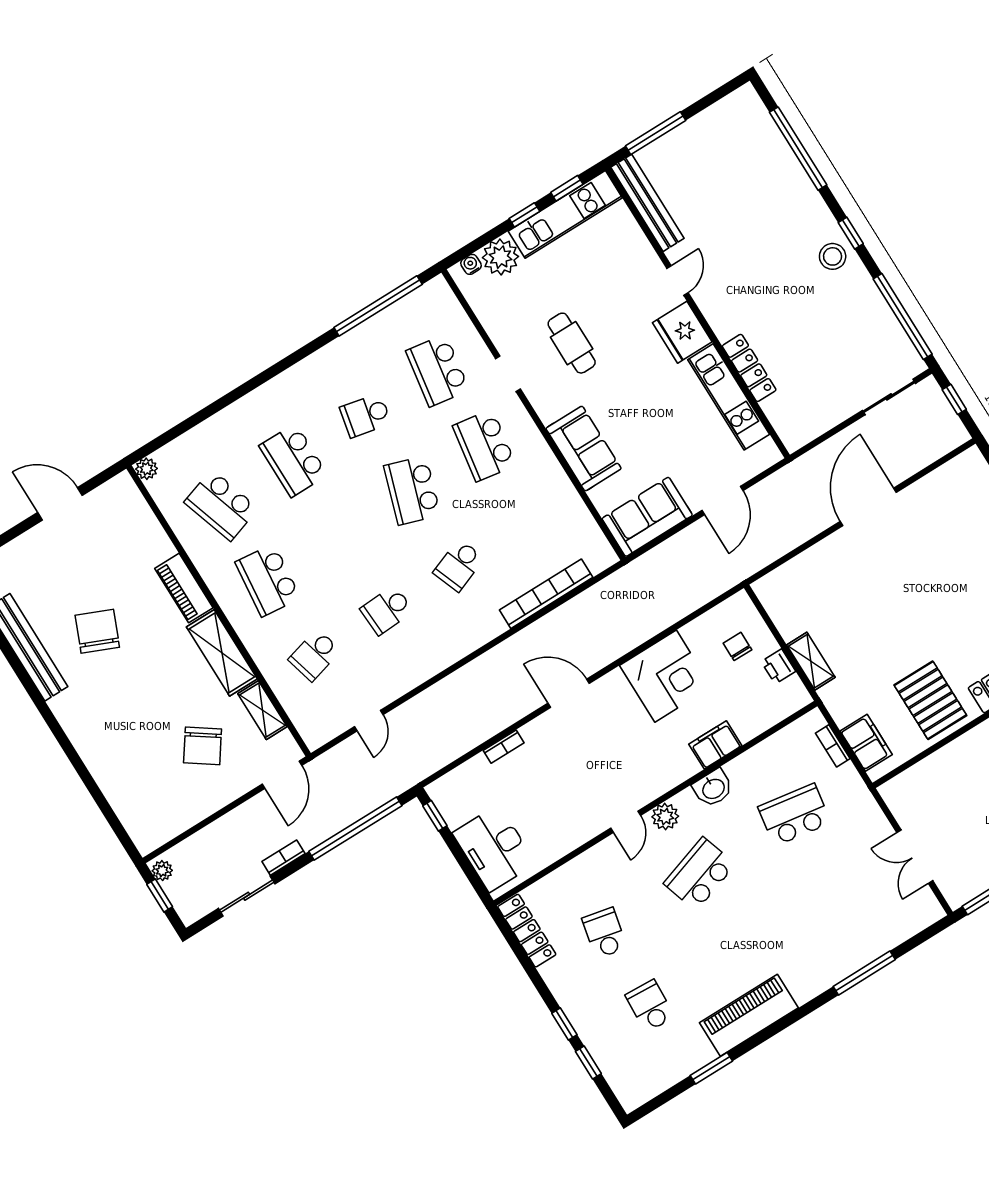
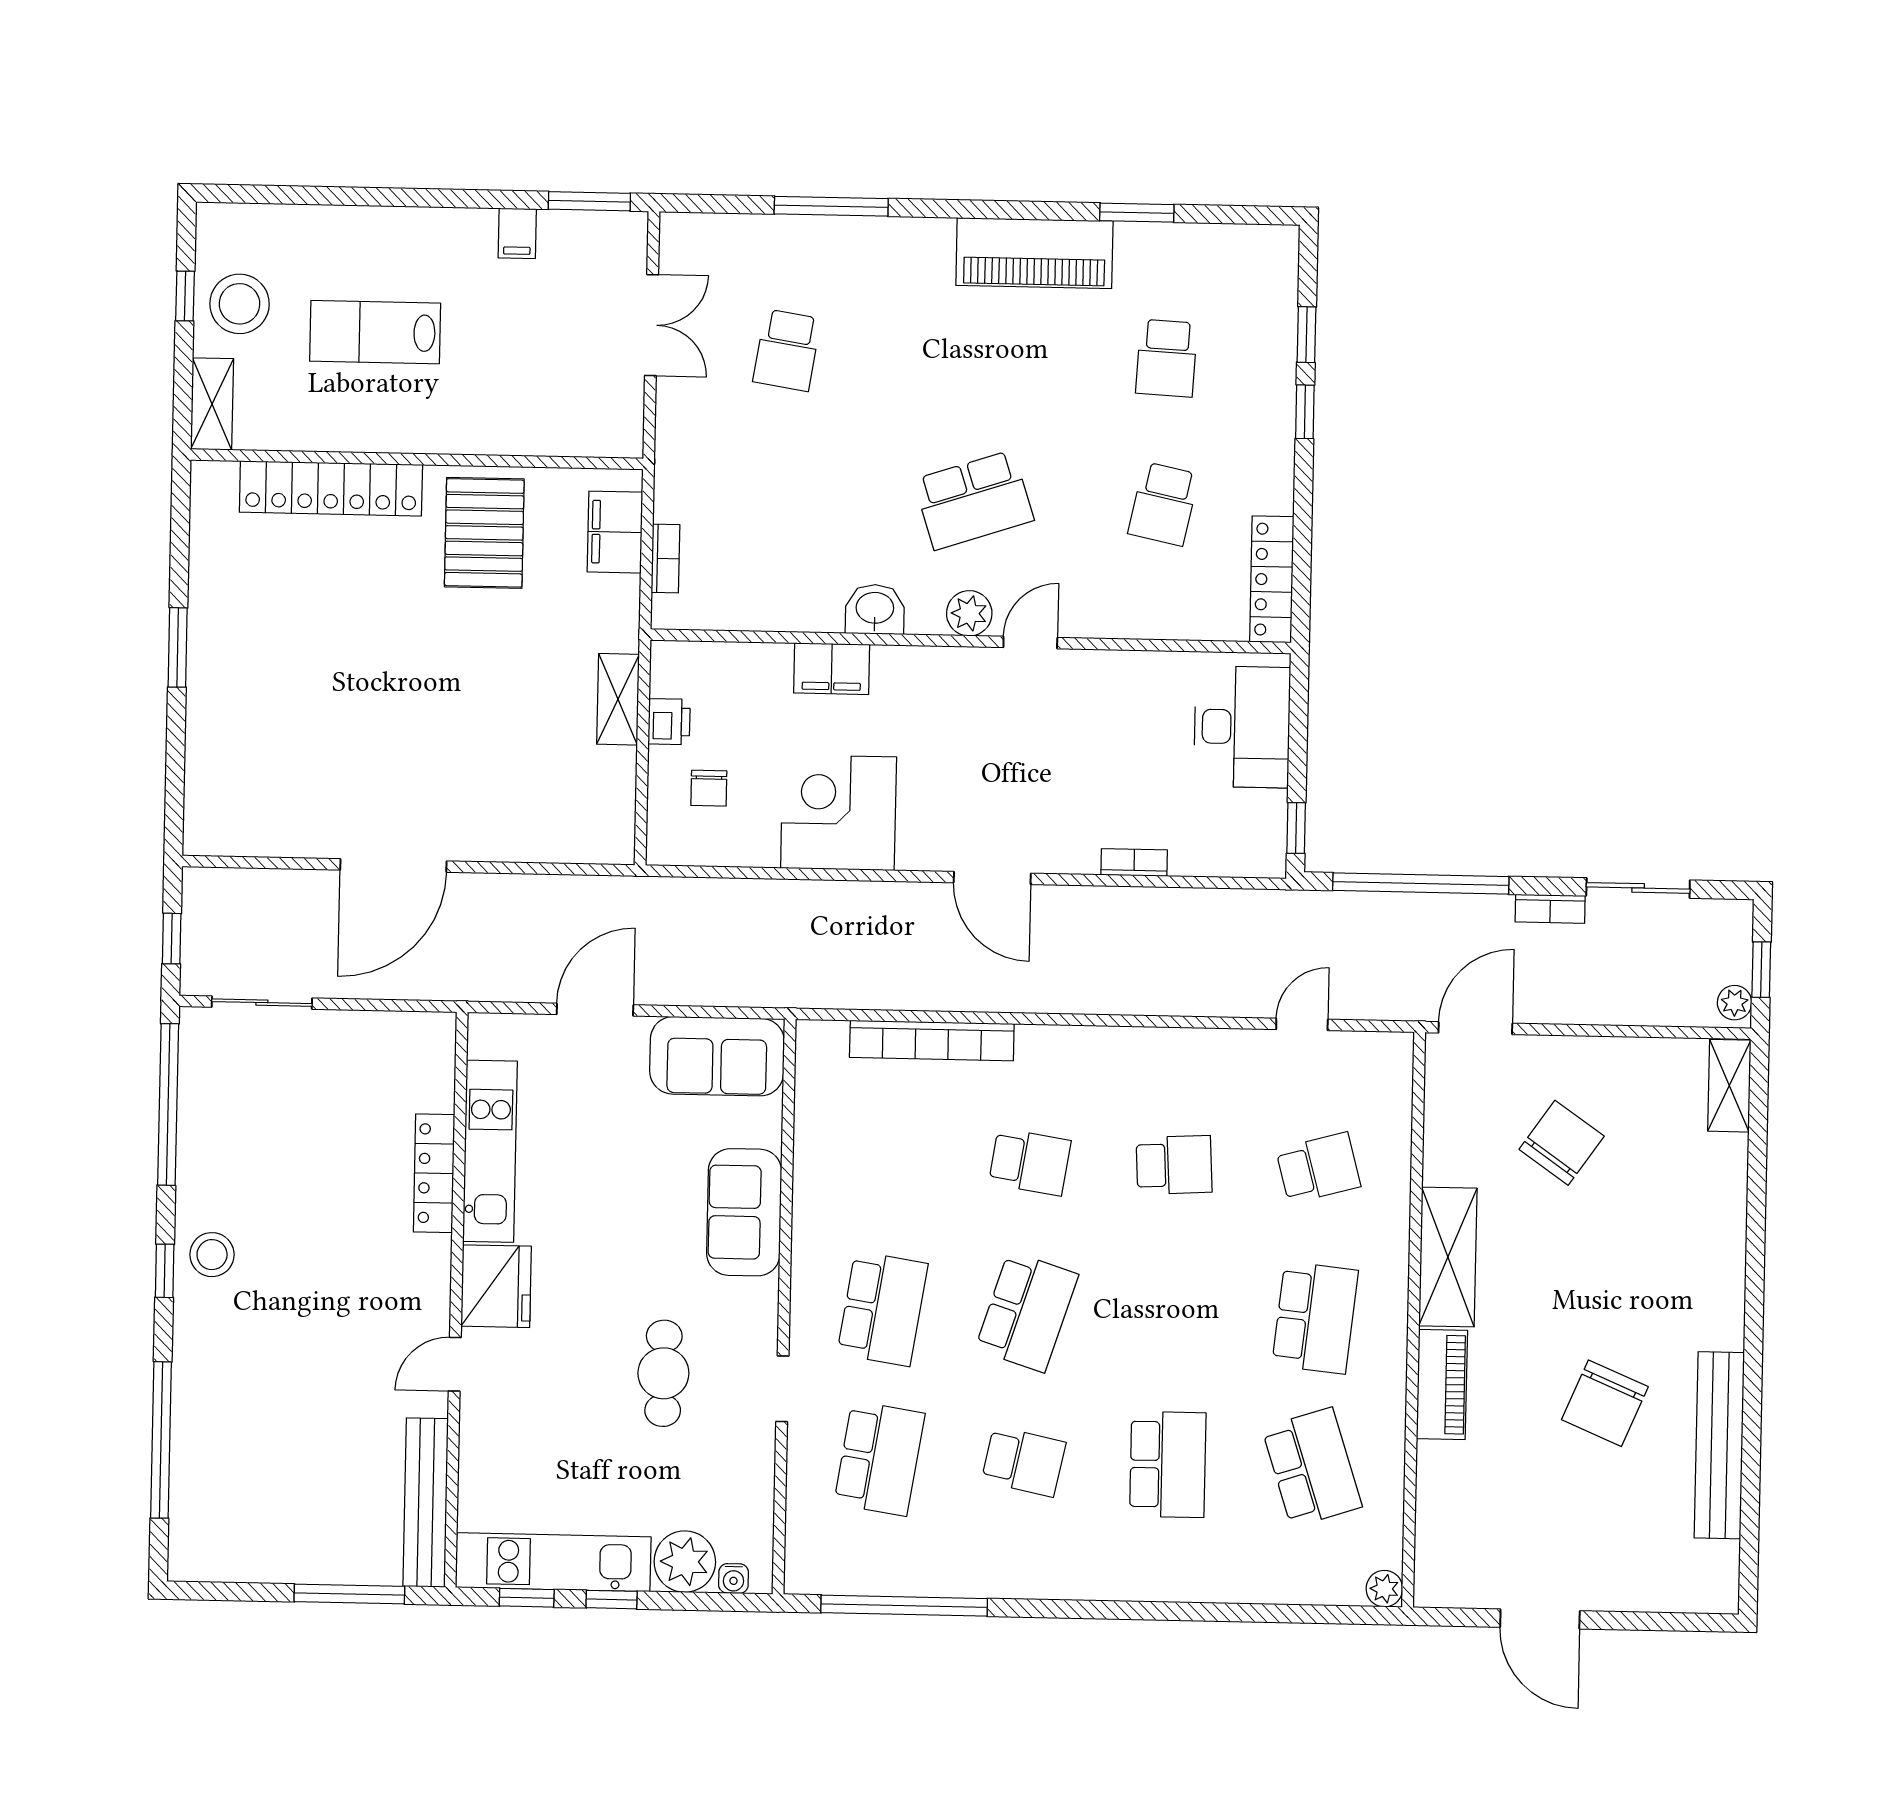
school desk: (459, 565) -> (1030, 1162), turned 30
shelving: (262, 710) -> (1729, 1086), moved
school desk: (794, 815) -> (787, 350), moved, width x0.54

